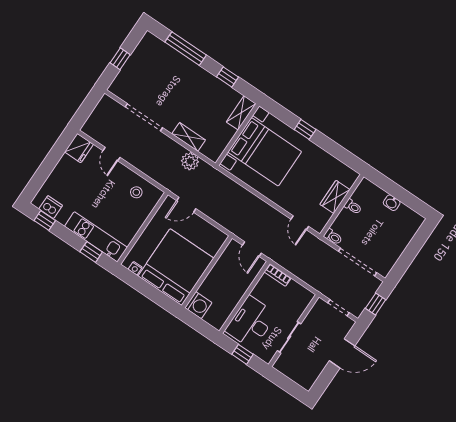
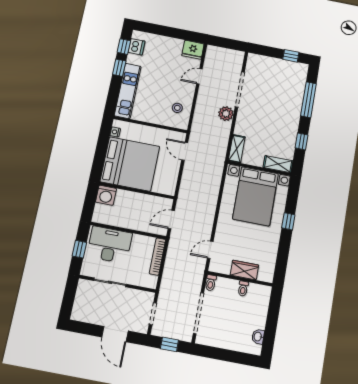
window: (120, 59) -> (291, 56), moved
shelving: (189, 137) -> (237, 149), moved
plant: (190, 161) -> (226, 114), moved
washbasin: (392, 203) -> (258, 337), moved
window: (91, 252) -> (119, 68), moved
bookcase: (278, 275) -> (158, 257), width x1.56

